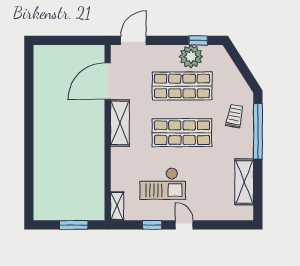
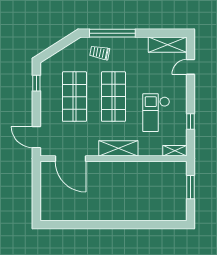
plant: (191, 57) -> (50, 89), removed
shelving: (120, 123) -> (118, 148), moved
shelving: (244, 182) -> (168, 45), moved
checkout: (163, 184) -> (156, 113), turned 180
door: (184, 225) -> (190, 67), moved

